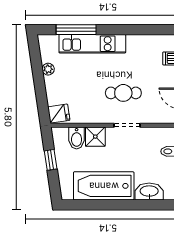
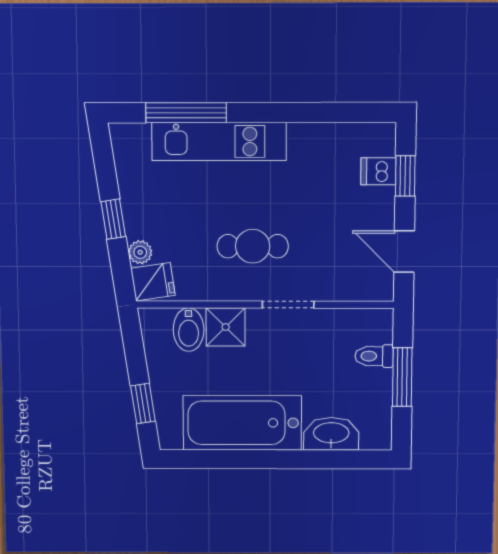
plant: (48, 69) -> (140, 252), moved
window: (39, 82) -> (113, 219), added
cafe table: (123, 93) -> (253, 246), moved
window: (51, 160) -> (143, 404), moved

